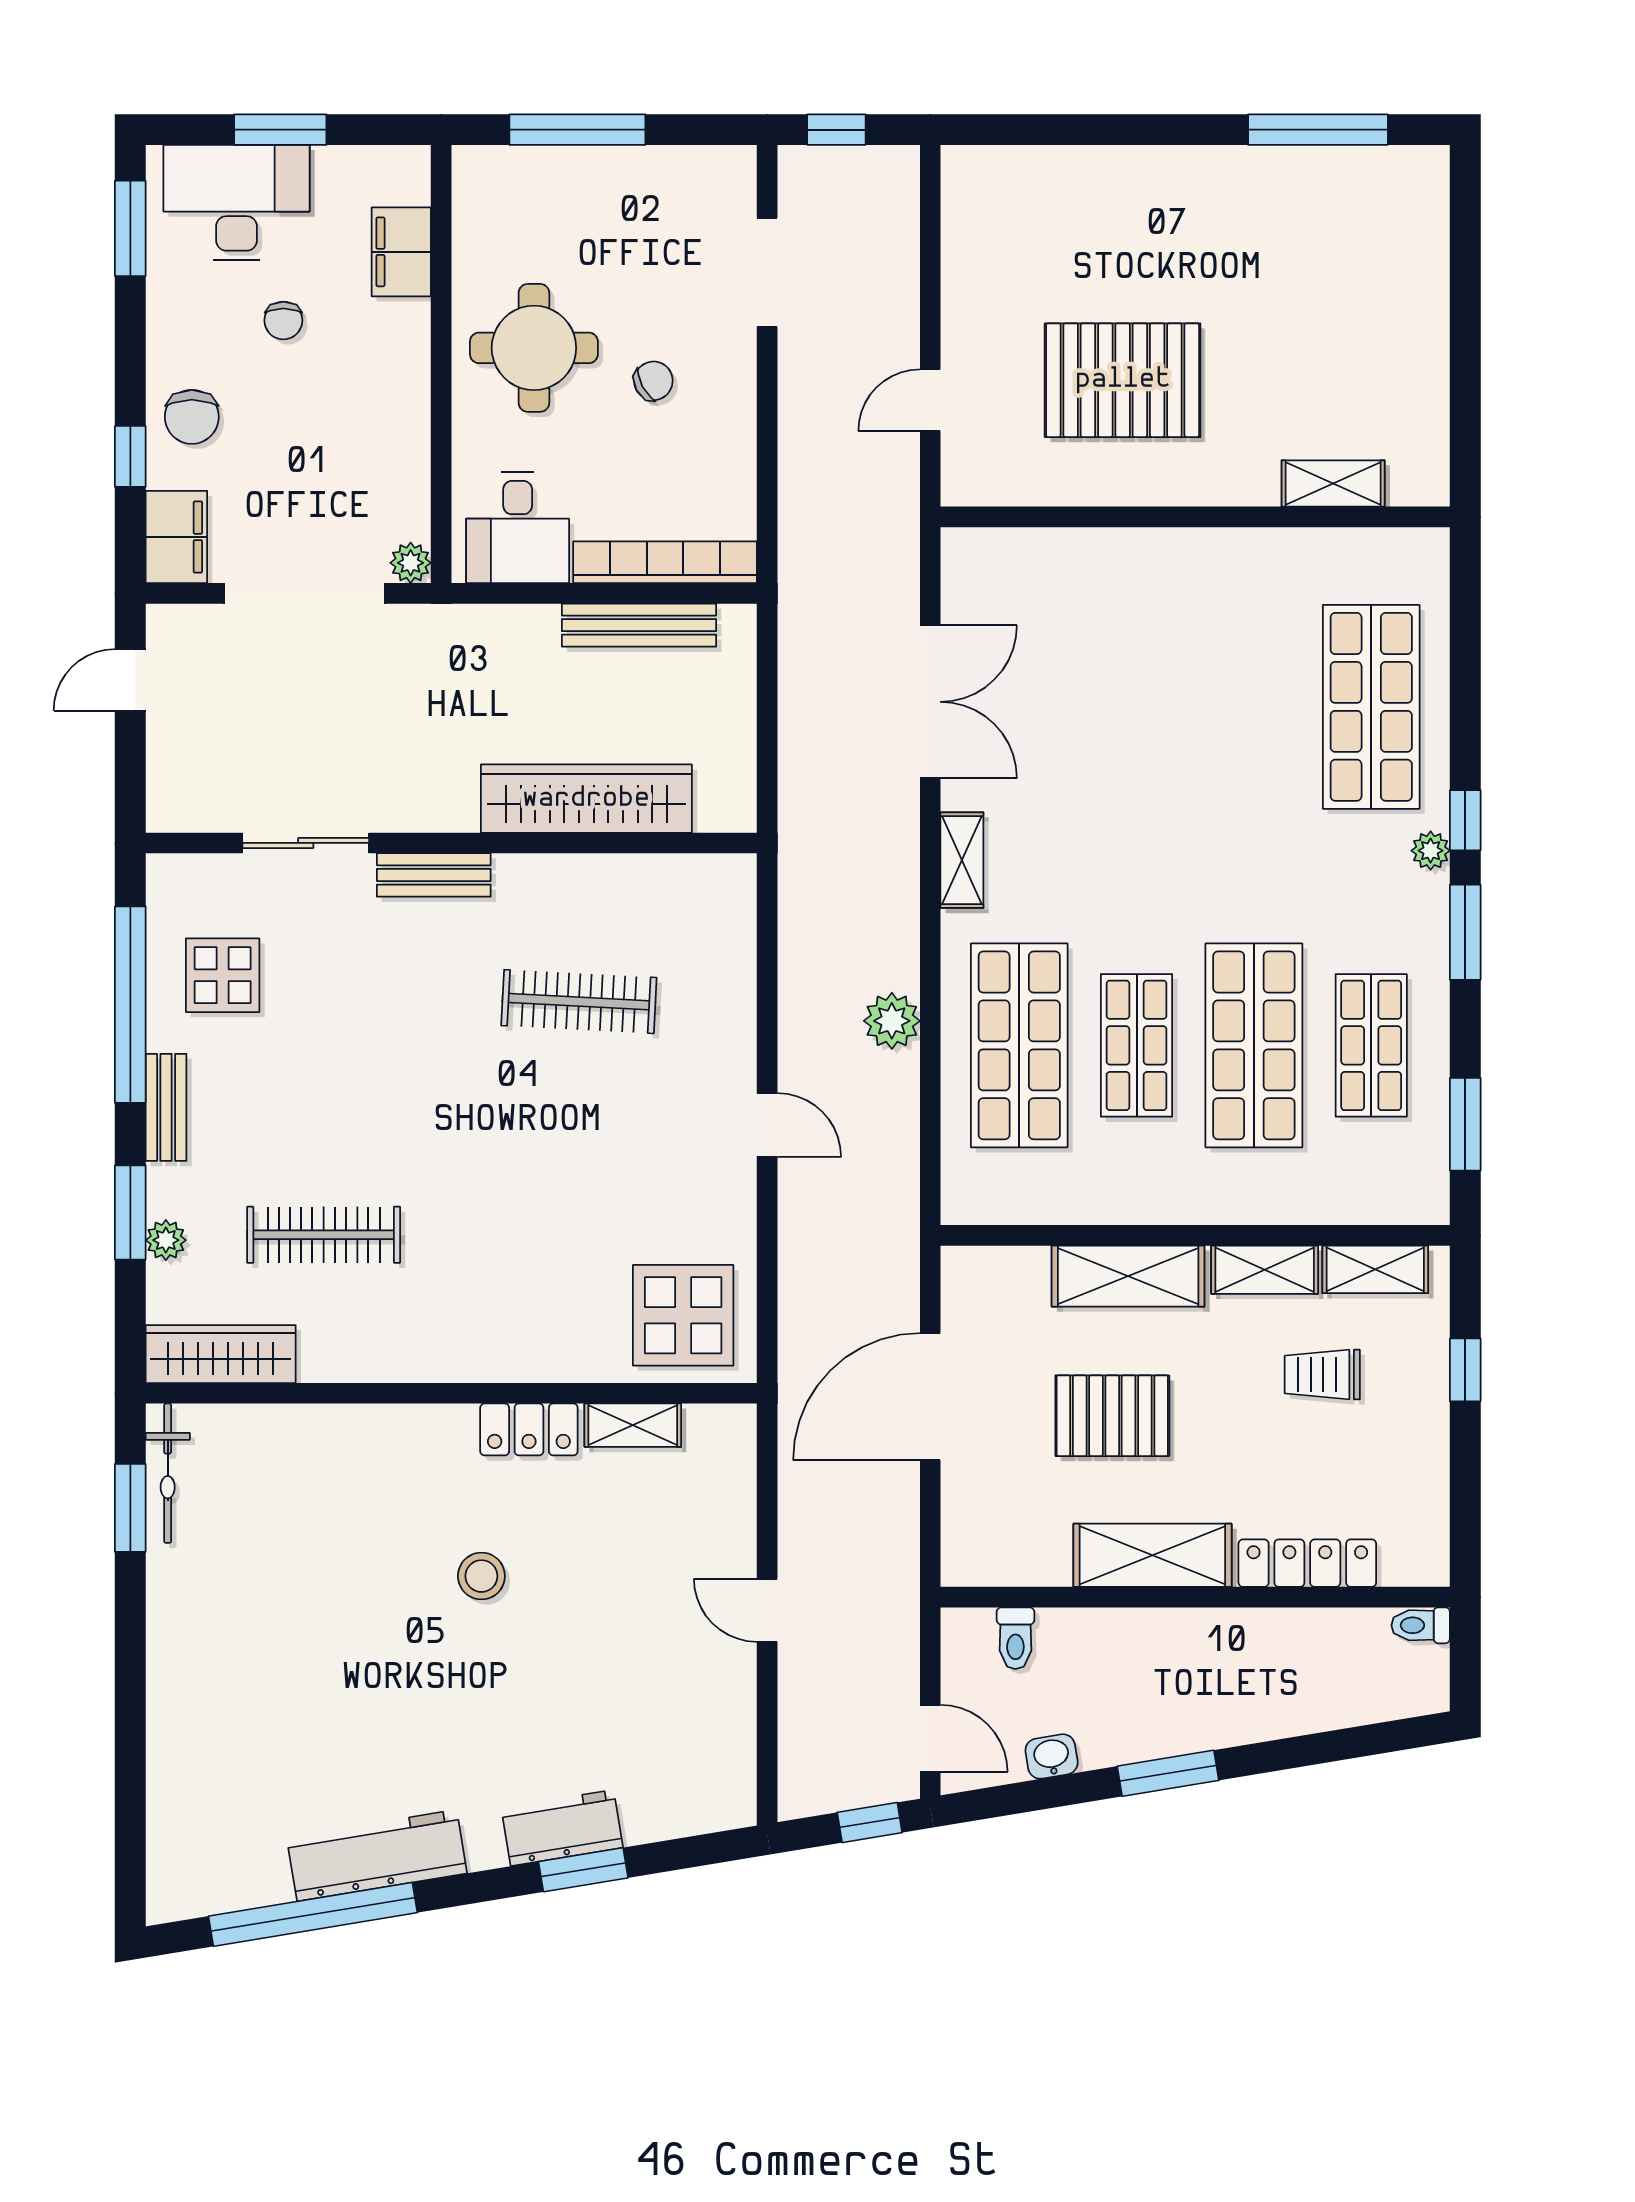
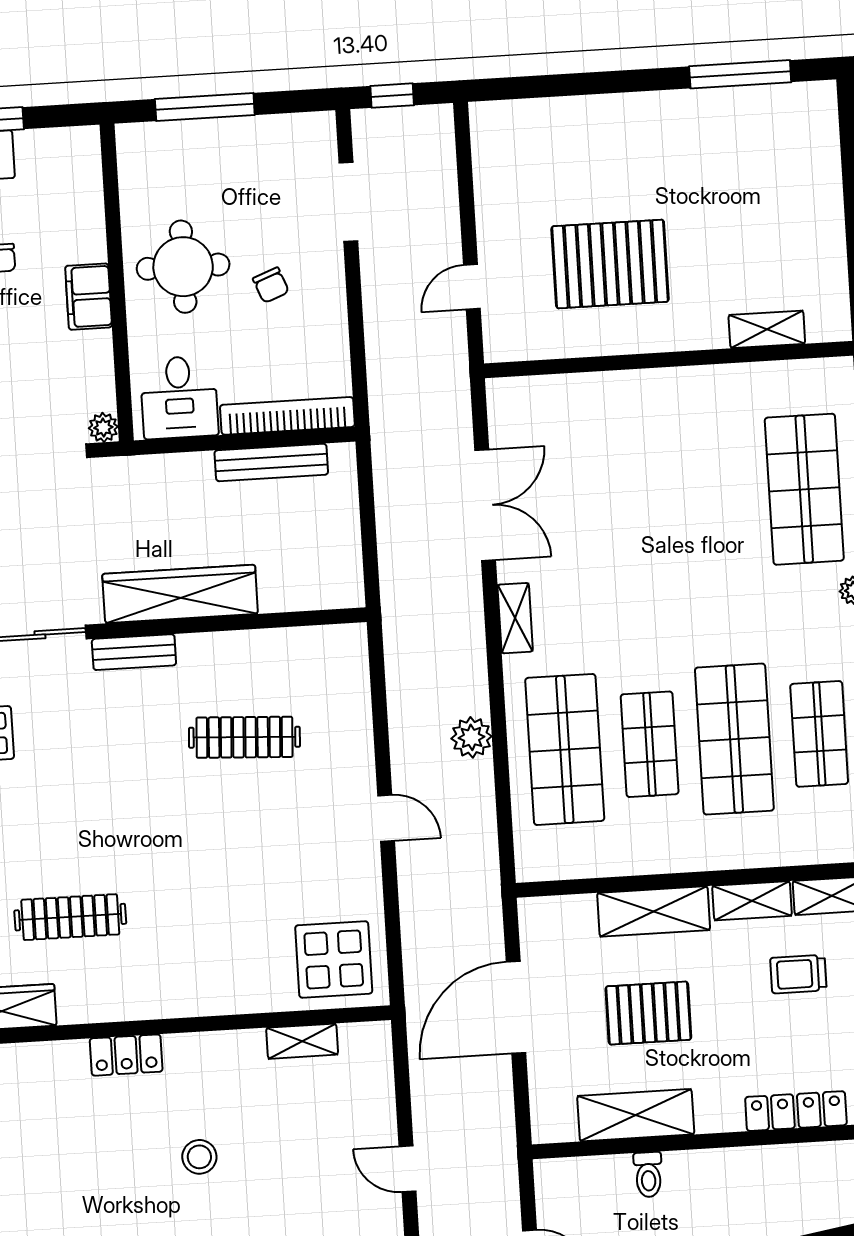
filing cabinet: (401, 252) -> (89, 297), moved
chair: (653, 381) -> (271, 285), turned 97
wardrobe: (586, 799) -> (180, 594), moved
locker: (529, 1429) -> (126, 1055), moved
shelving: (1152, 1555) -> (636, 1115), moved
toilet: (1015, 1638) -> (648, 1175), moved

